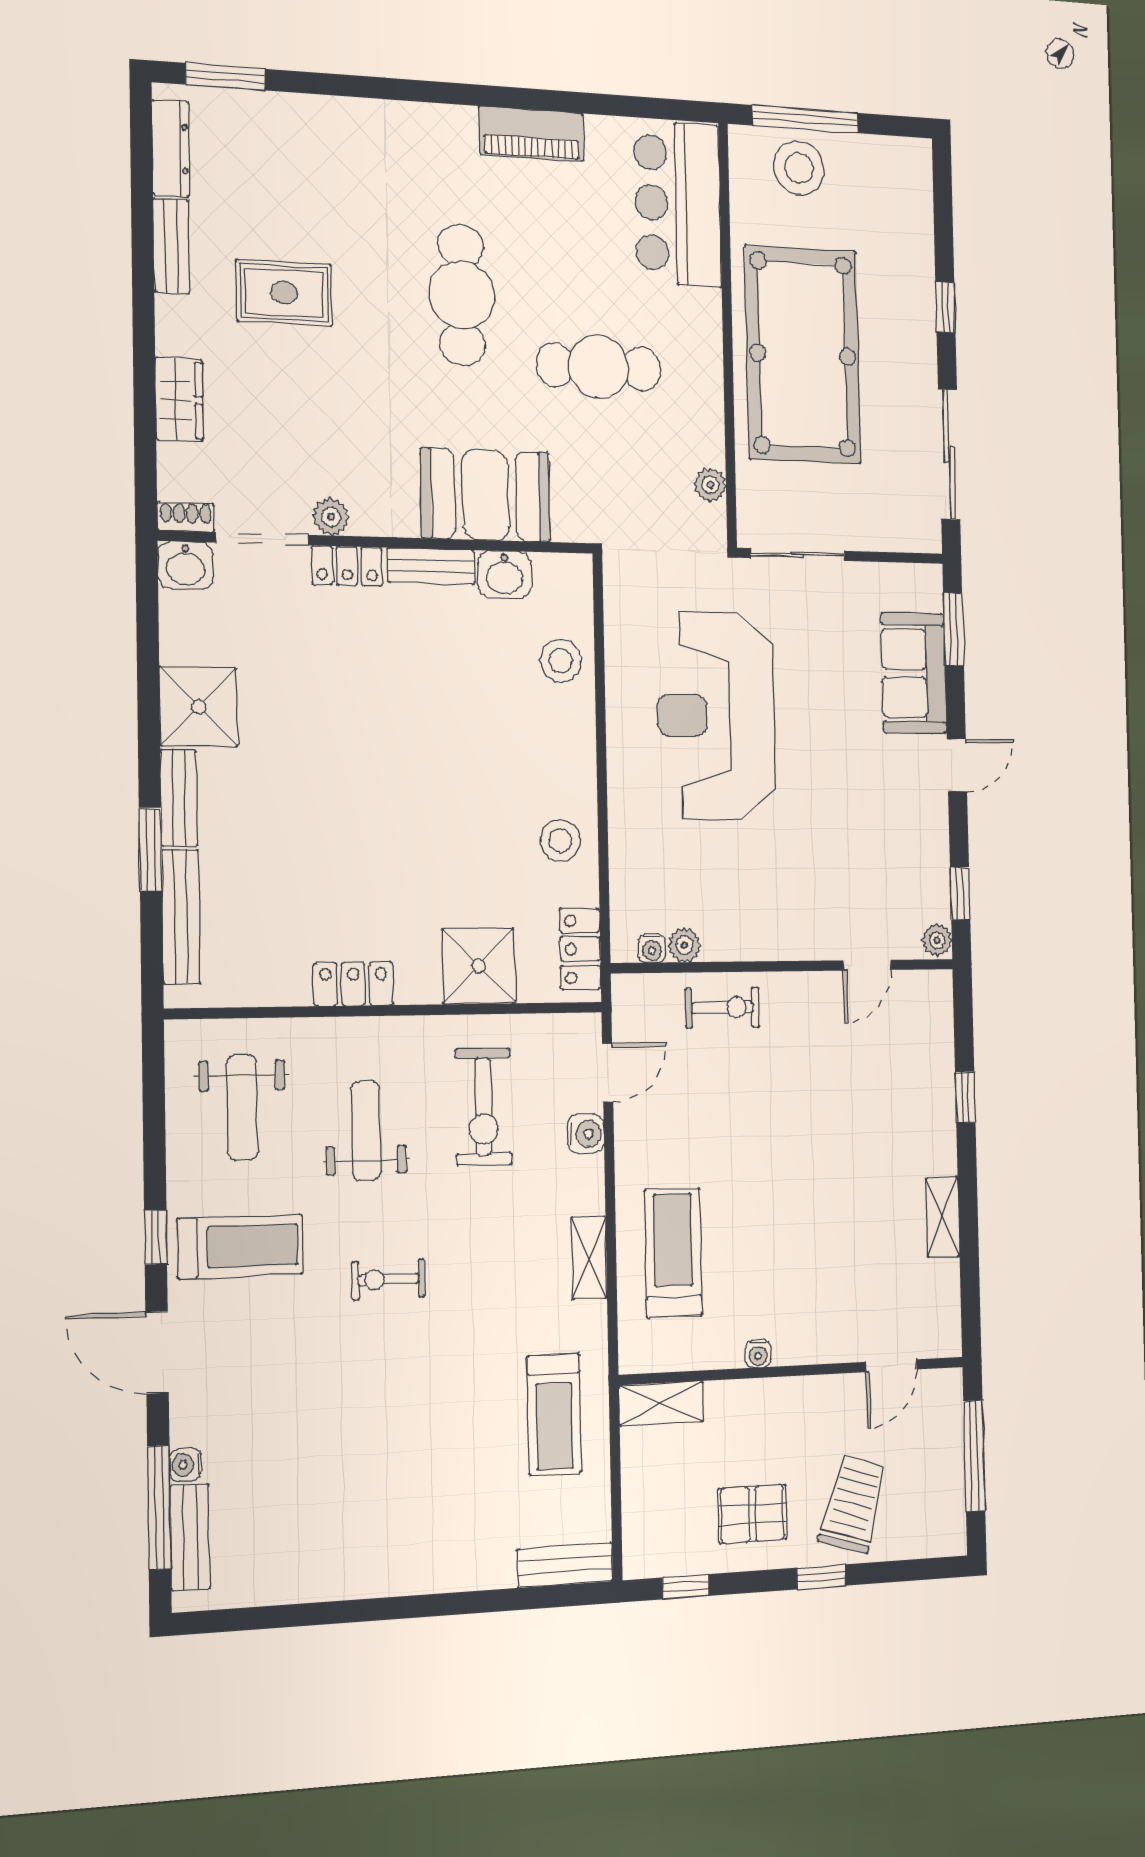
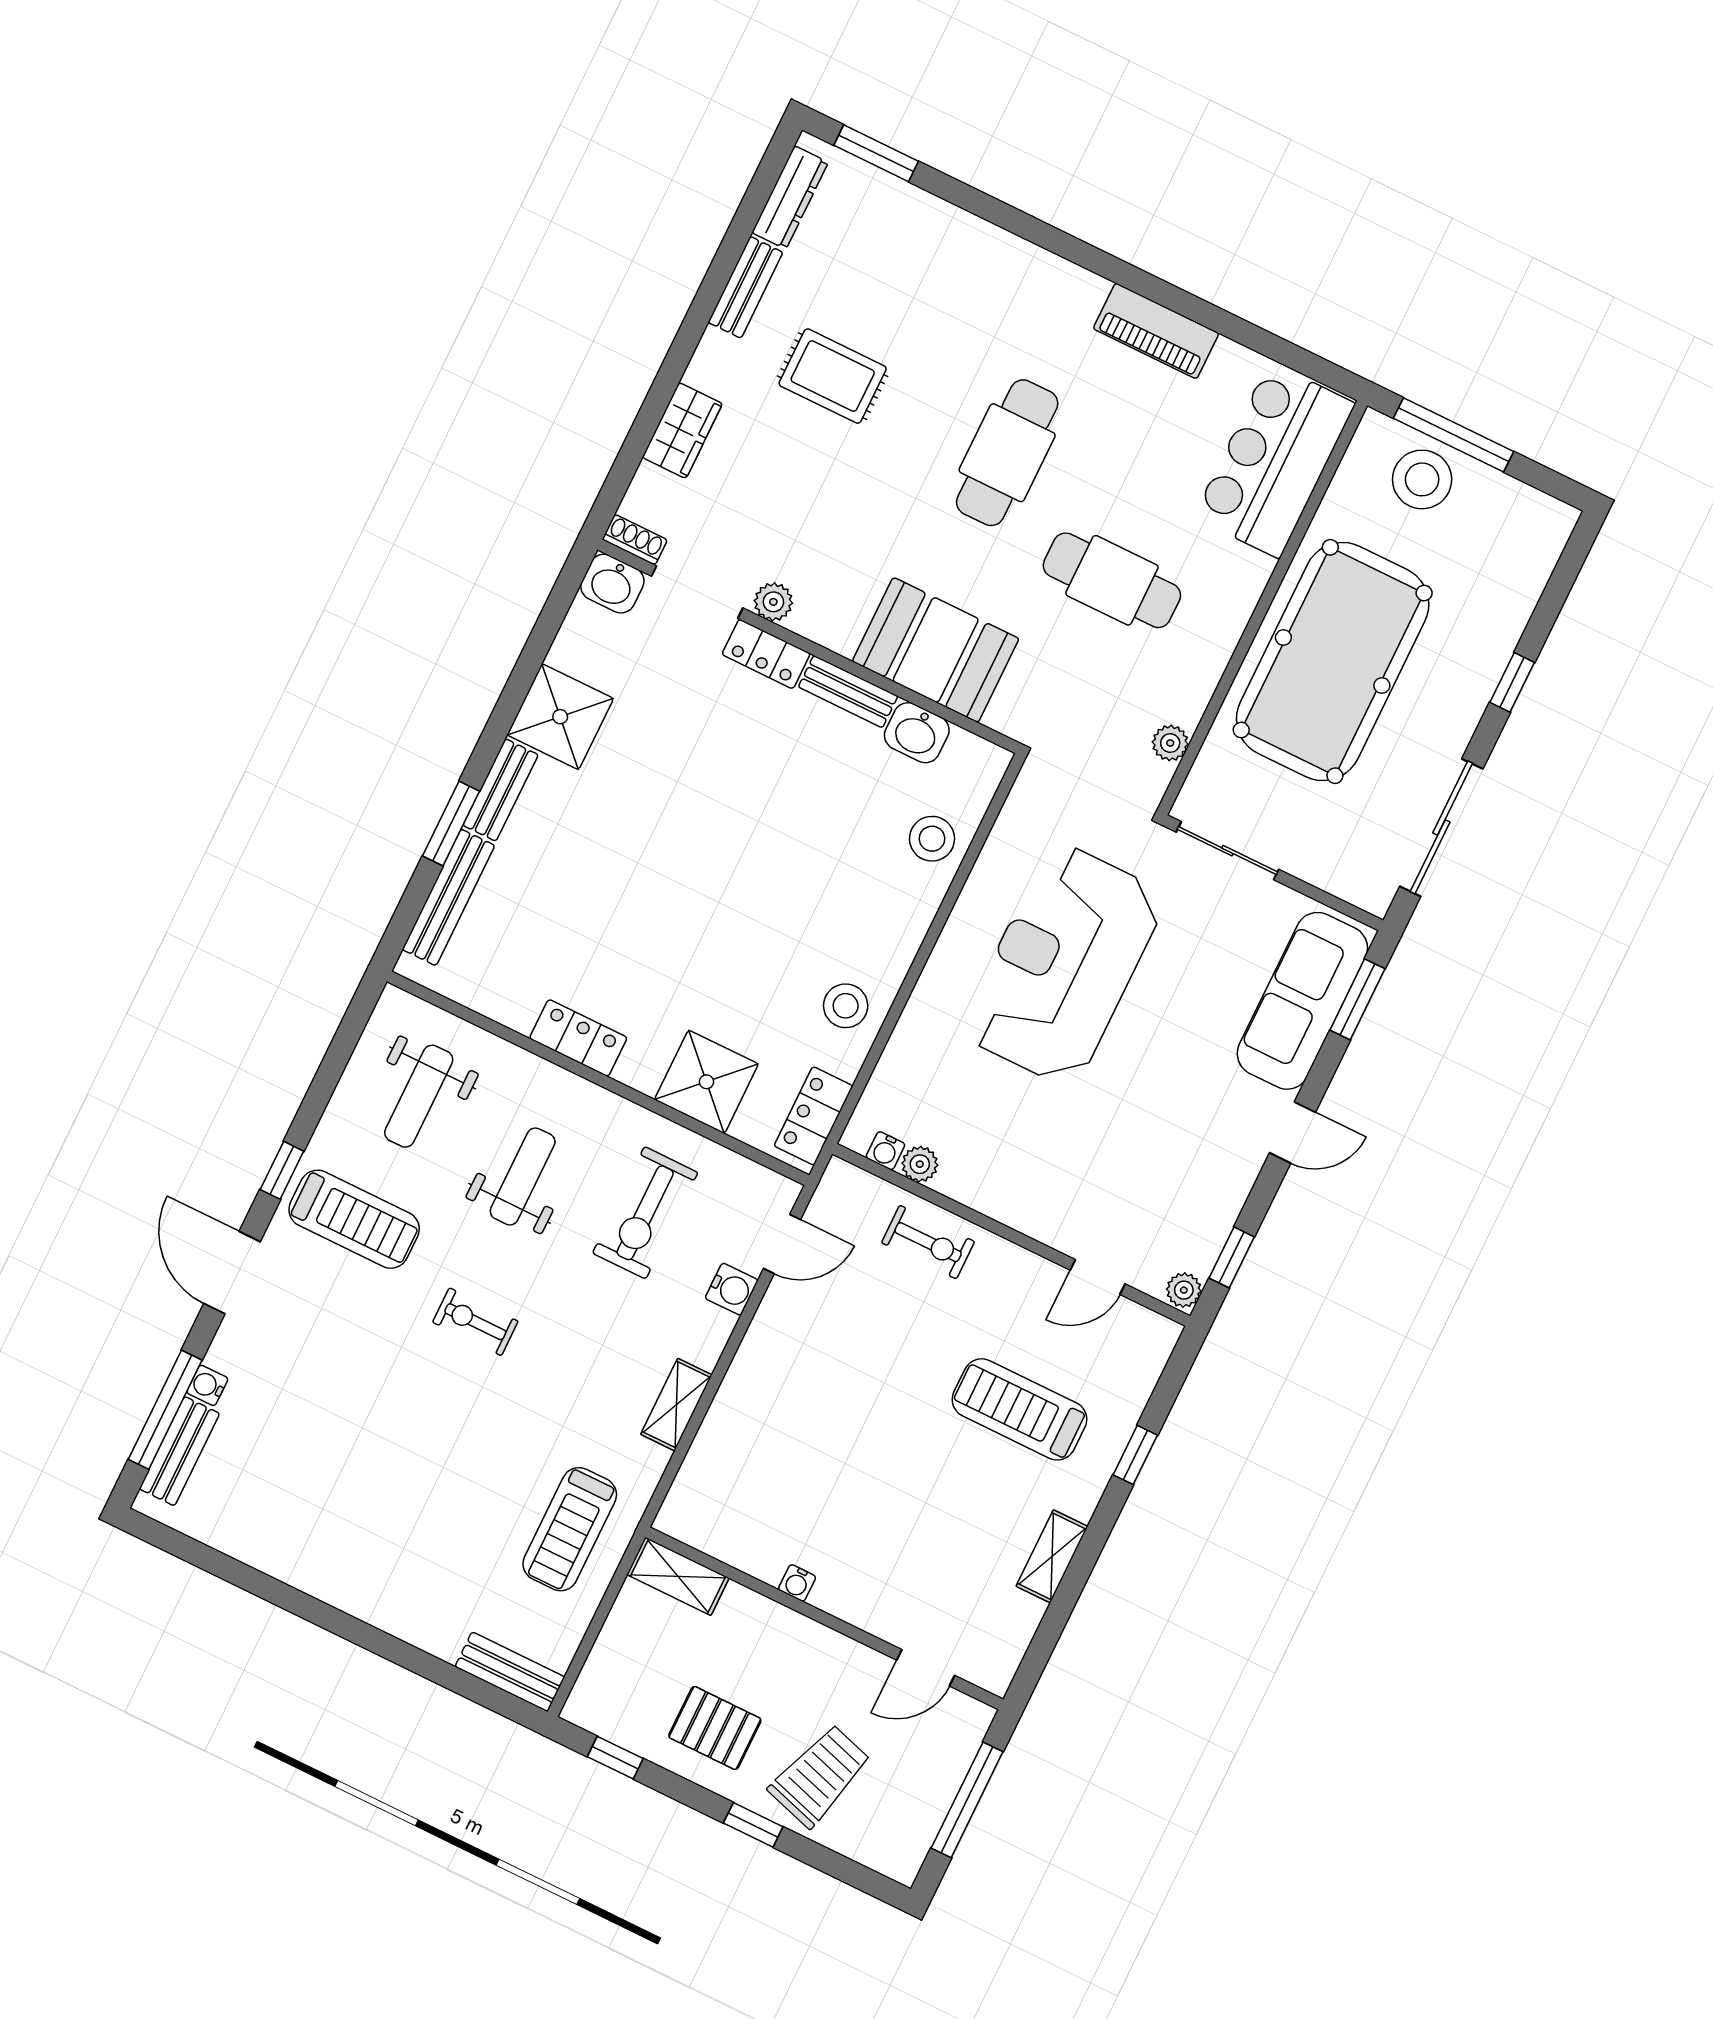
sofa: (914, 673) -> (1302, 1001), width x1.36
treadmill: (673, 1253) -> (1019, 1409), moved, turned -90

